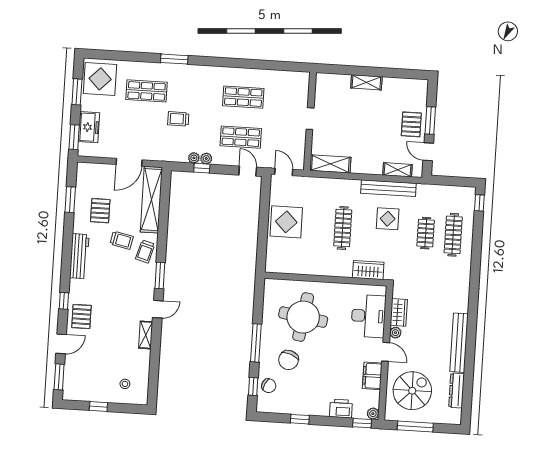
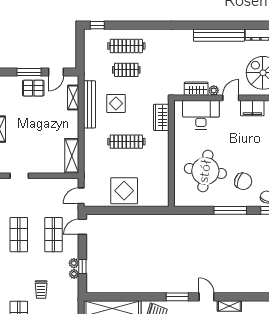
doorway: (310, 119) -> (19, 176), moved

